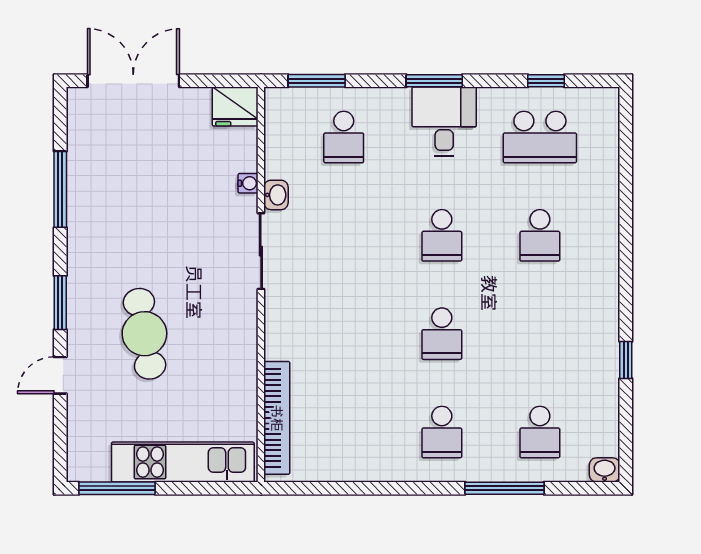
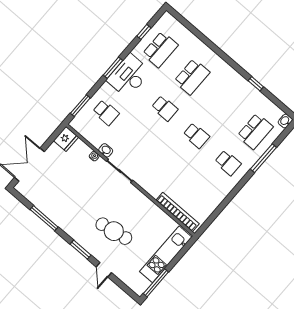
desk: (444, 121) -> (129, 76), width x1.37
school desk: (540, 235) -> (192, 77), width x1.85
school desk: (540, 432) -> (255, 131), width x1.85

